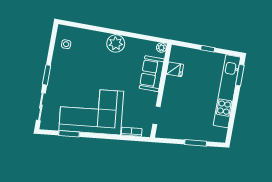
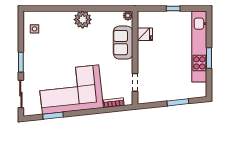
window: (240, 75) -> (209, 58), moved

